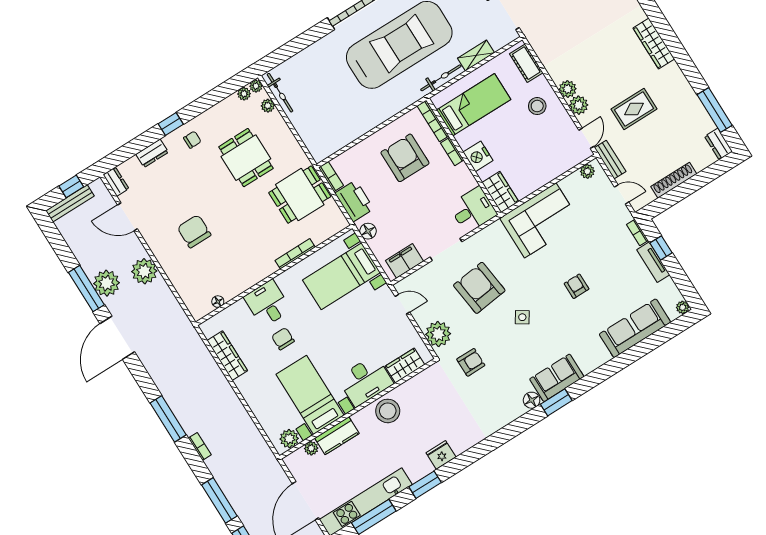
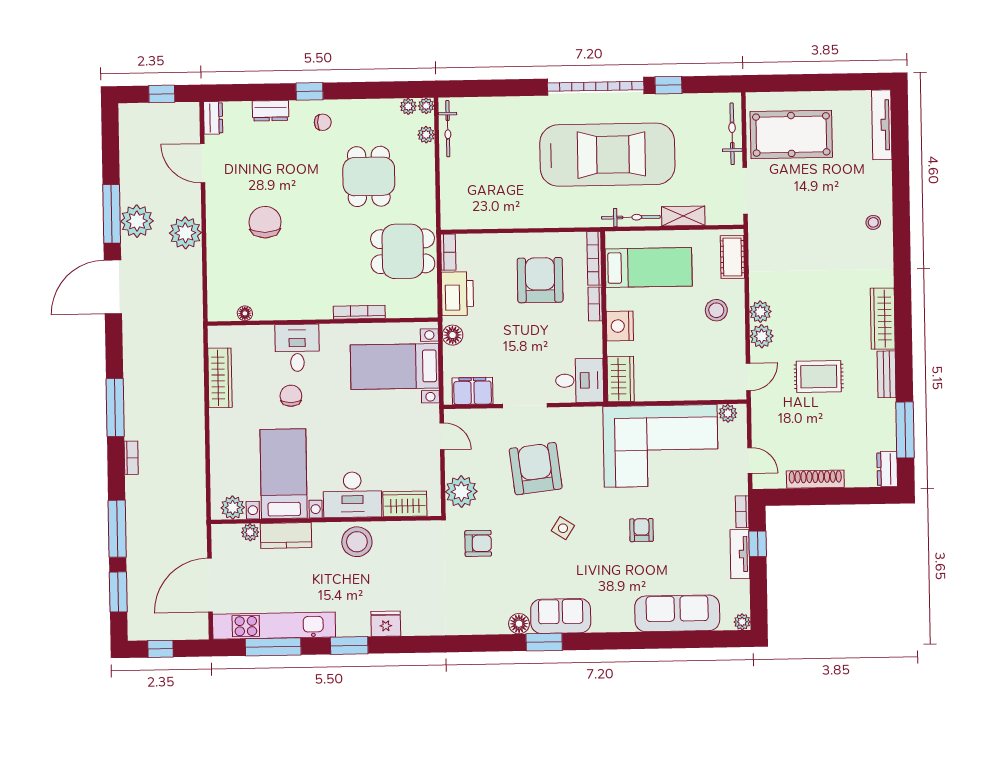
bench: (610, 160) -> (887, 374), moved
bench: (70, 203) -> (149, 111), removed
corner sofa: (540, 220) -> (661, 446), width x1.36, depth x1.36

